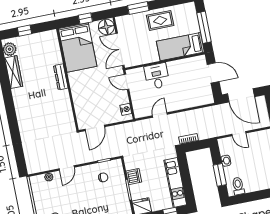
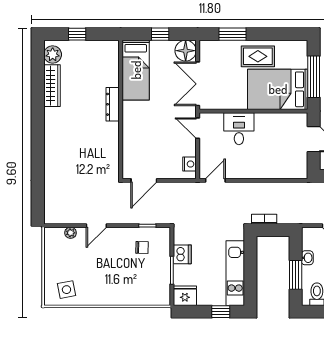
bed: (78, 47) -> (136, 70), width x0.67
bed: (180, 47) -> (278, 89), width x1.50
door: (160, 115) -> (215, 180), moved

